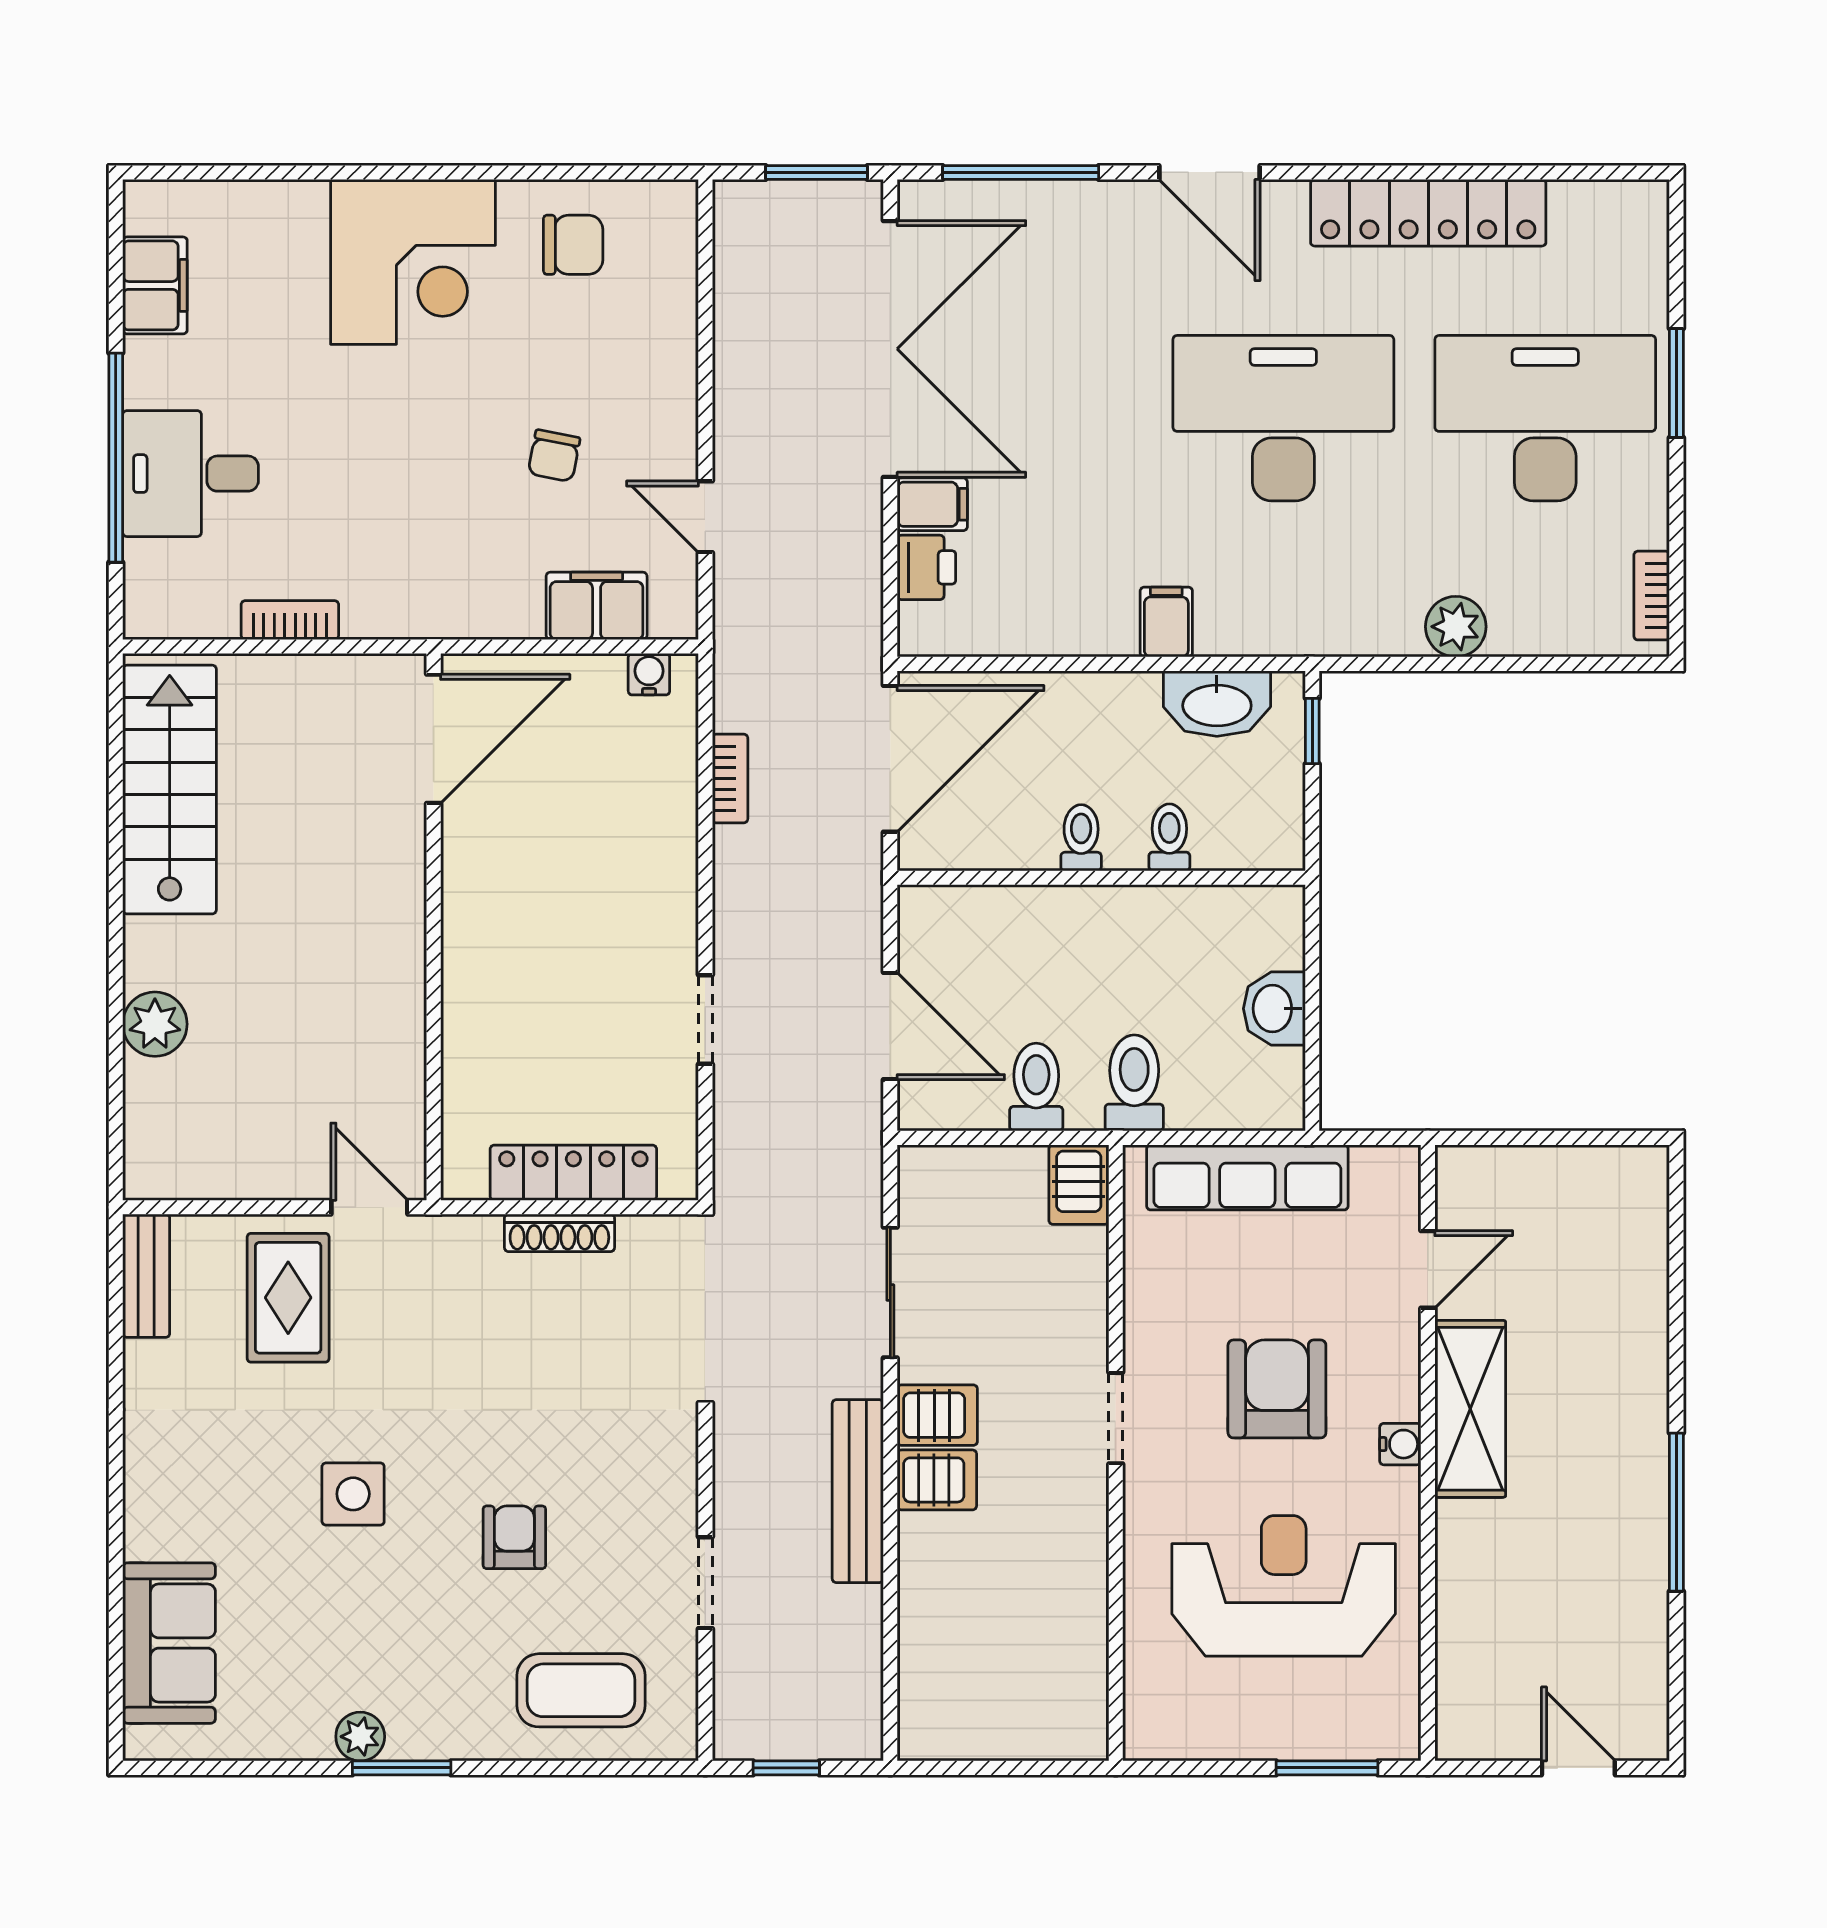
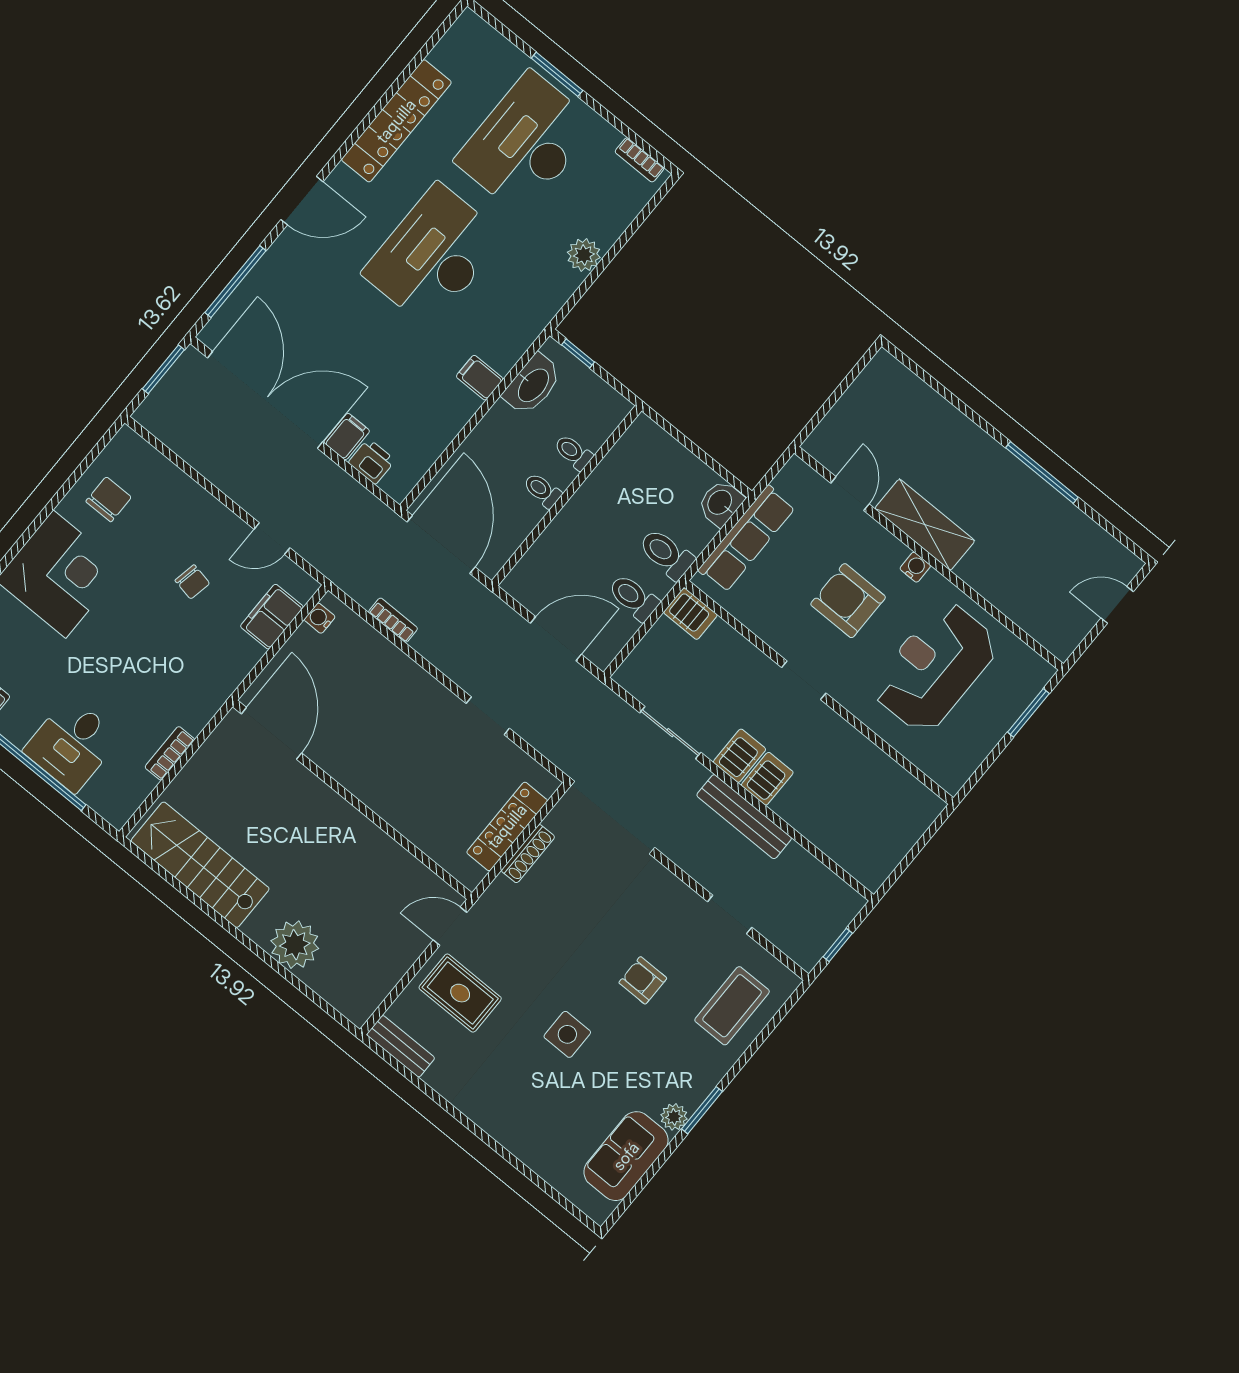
washbasin: (1274, 1009) -> (720, 503), moved, turned 90
plant: (155, 1024) -> (295, 945), width x1.36, depth x1.36
sofa: (169, 1643) -> (626, 1156), moved, turned -90

